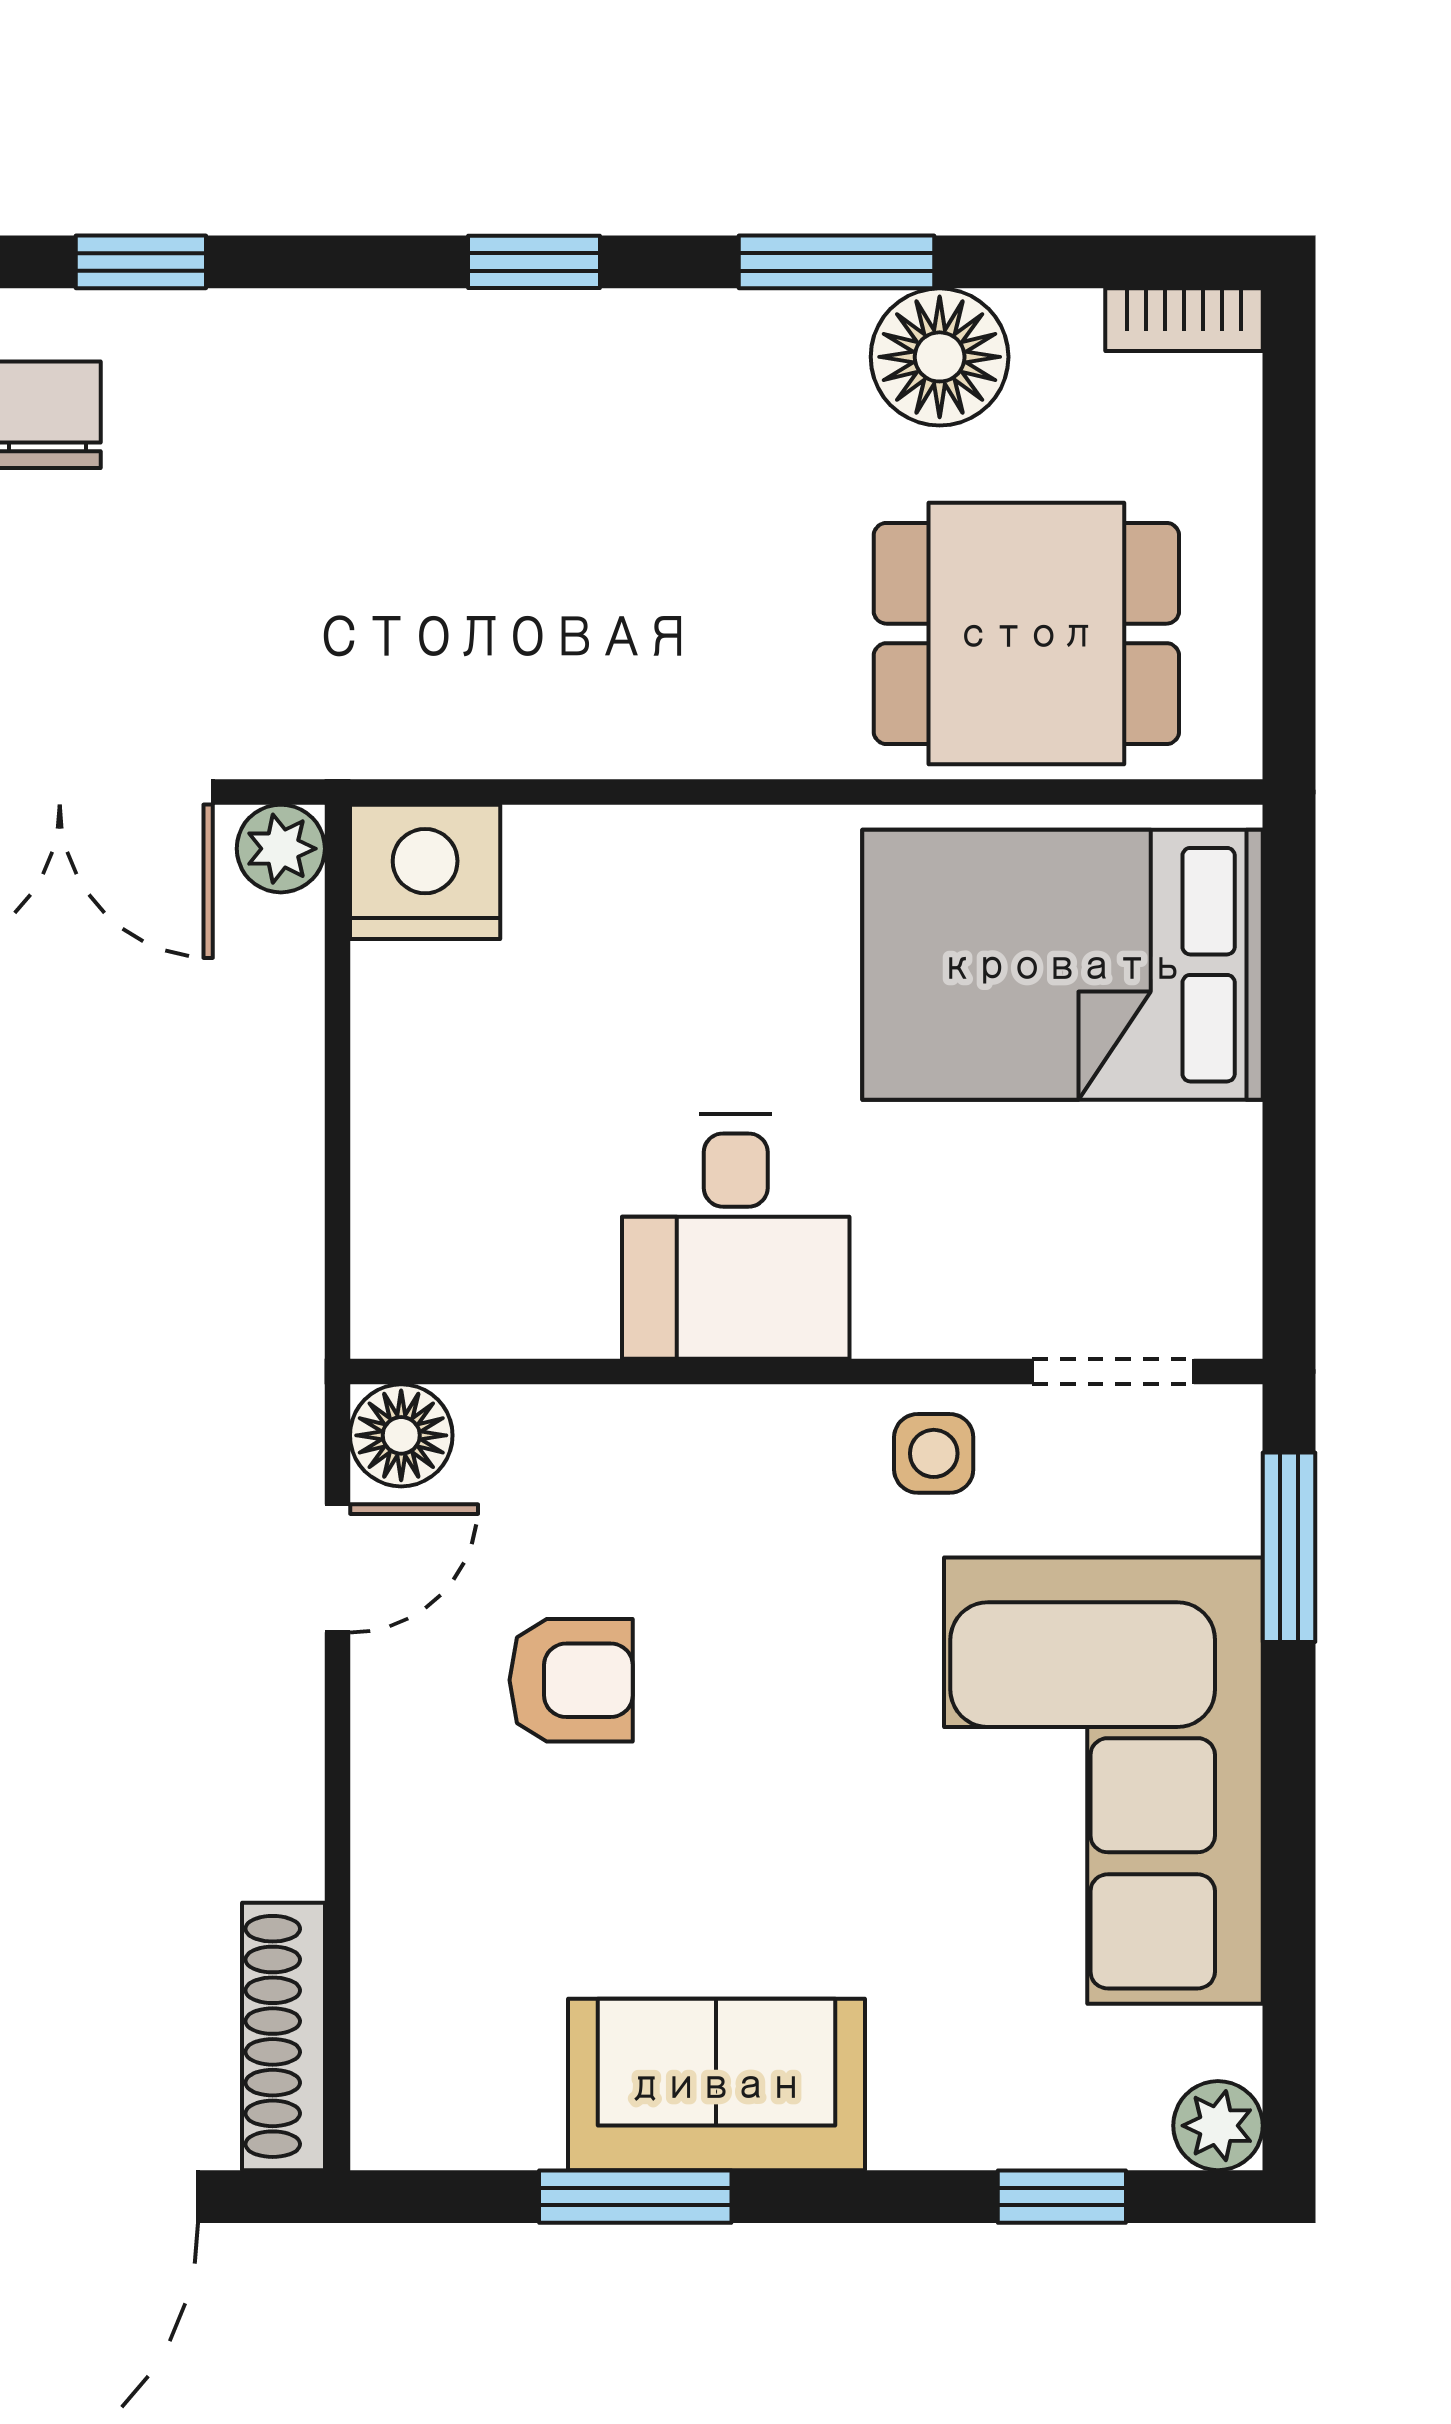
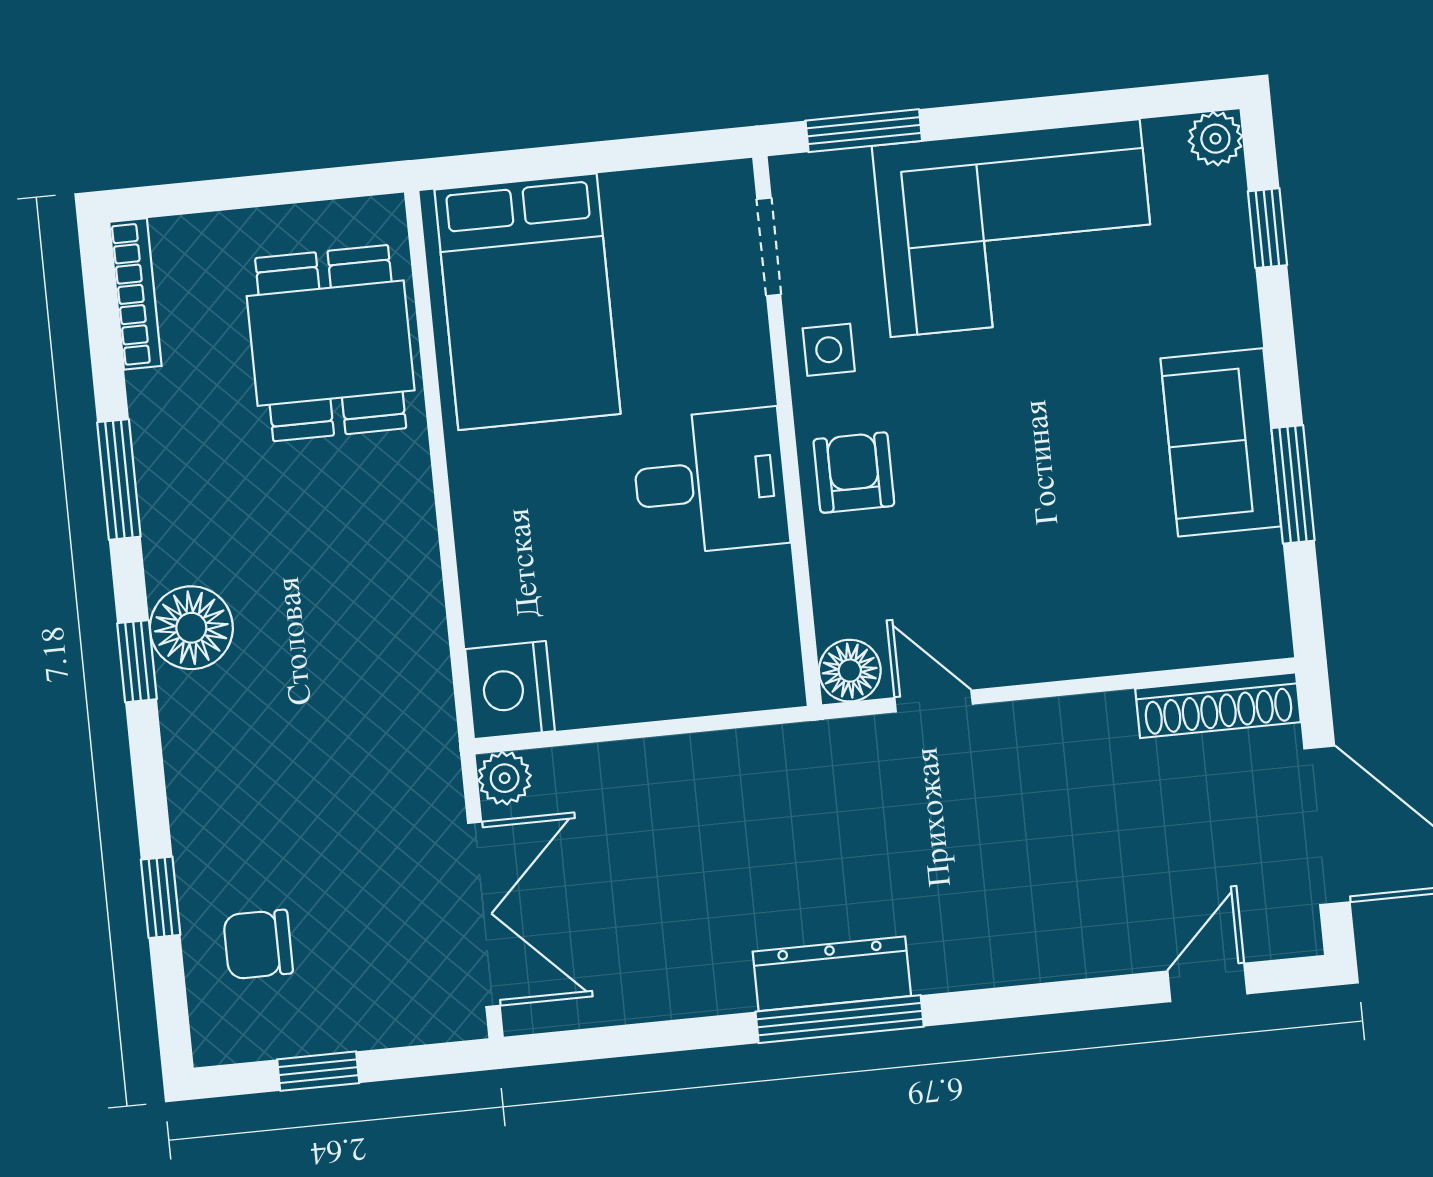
bookcase: (1184, 320) -> (135, 294), width x1.56
floor lamp: (940, 357) -> (191, 628), moved
armchair: (571, 1680) -> (854, 473), moved

